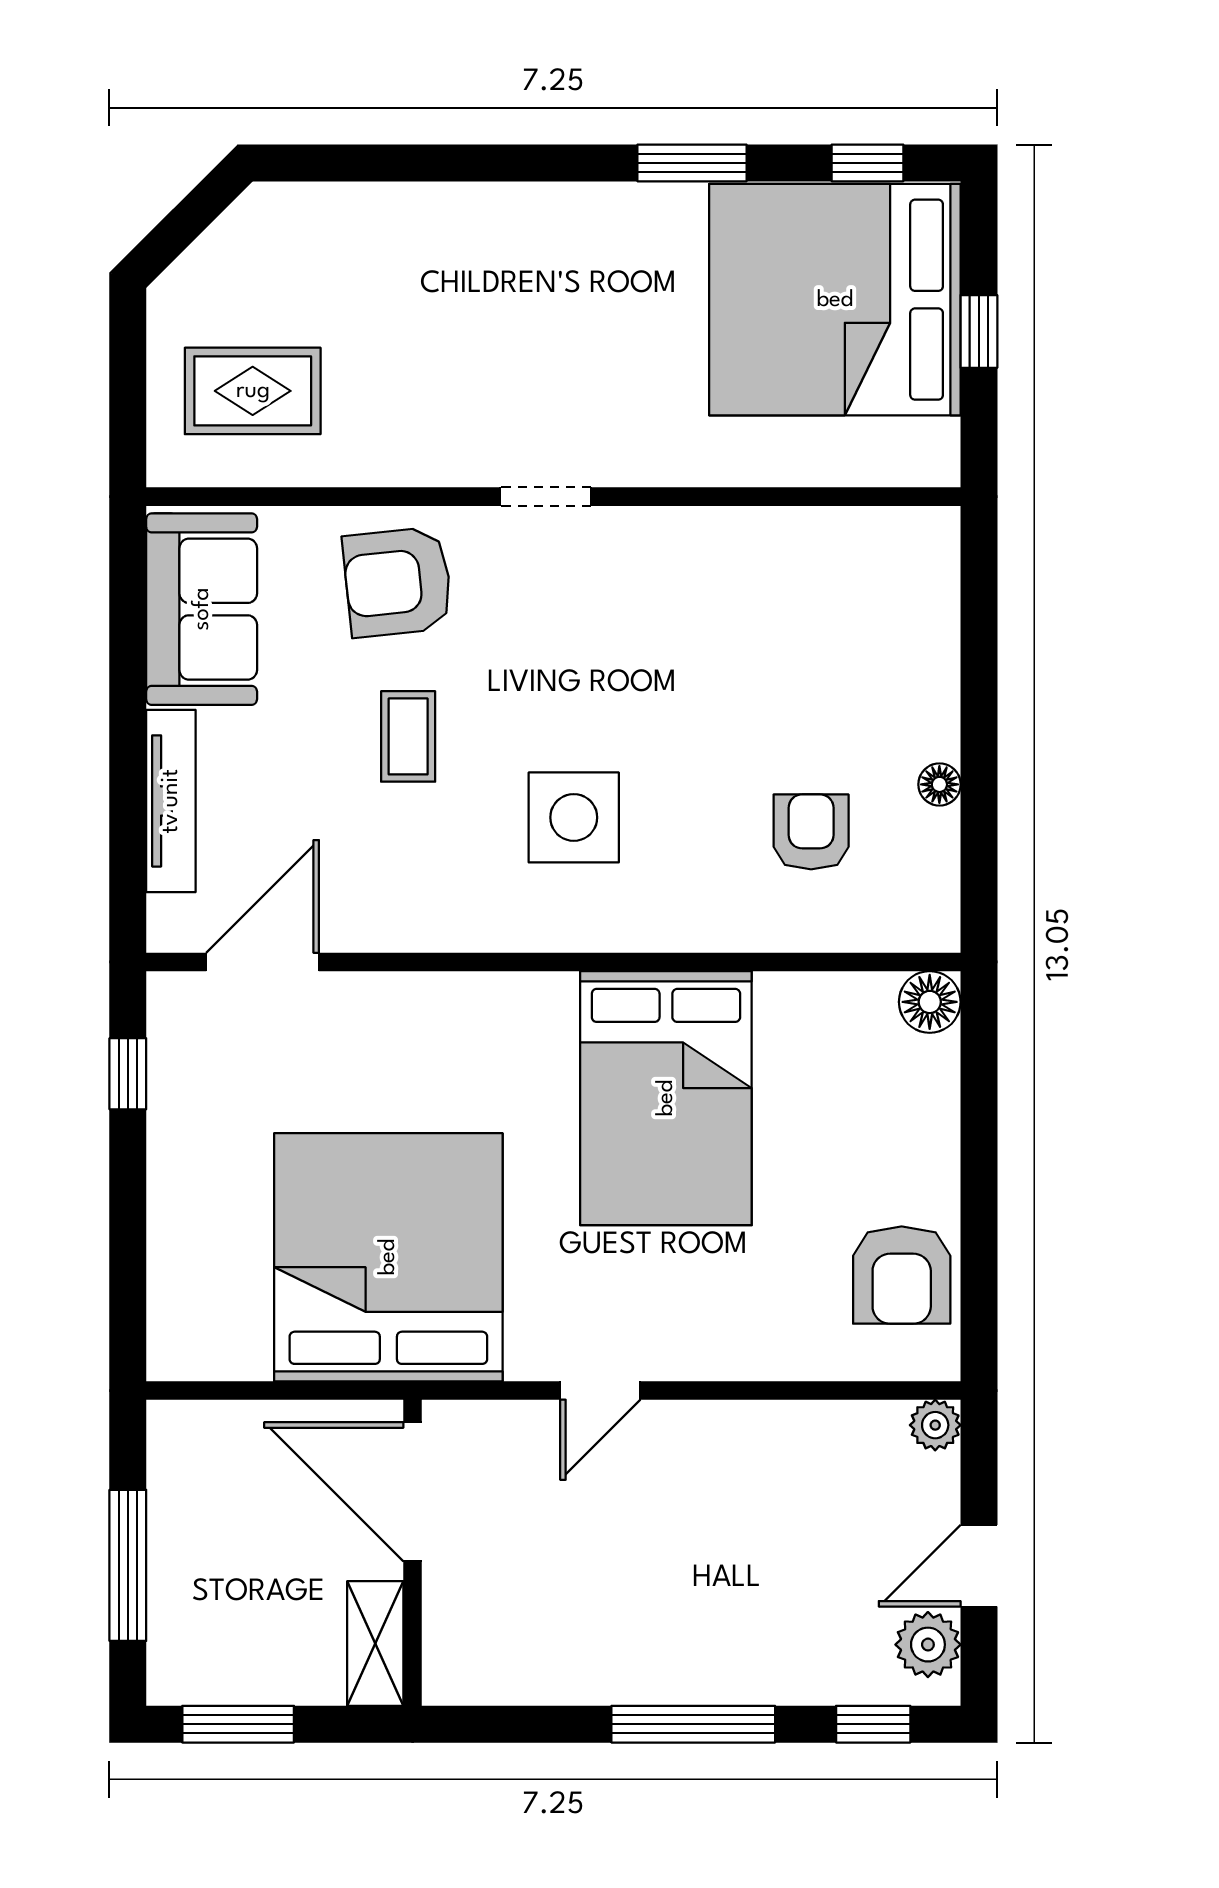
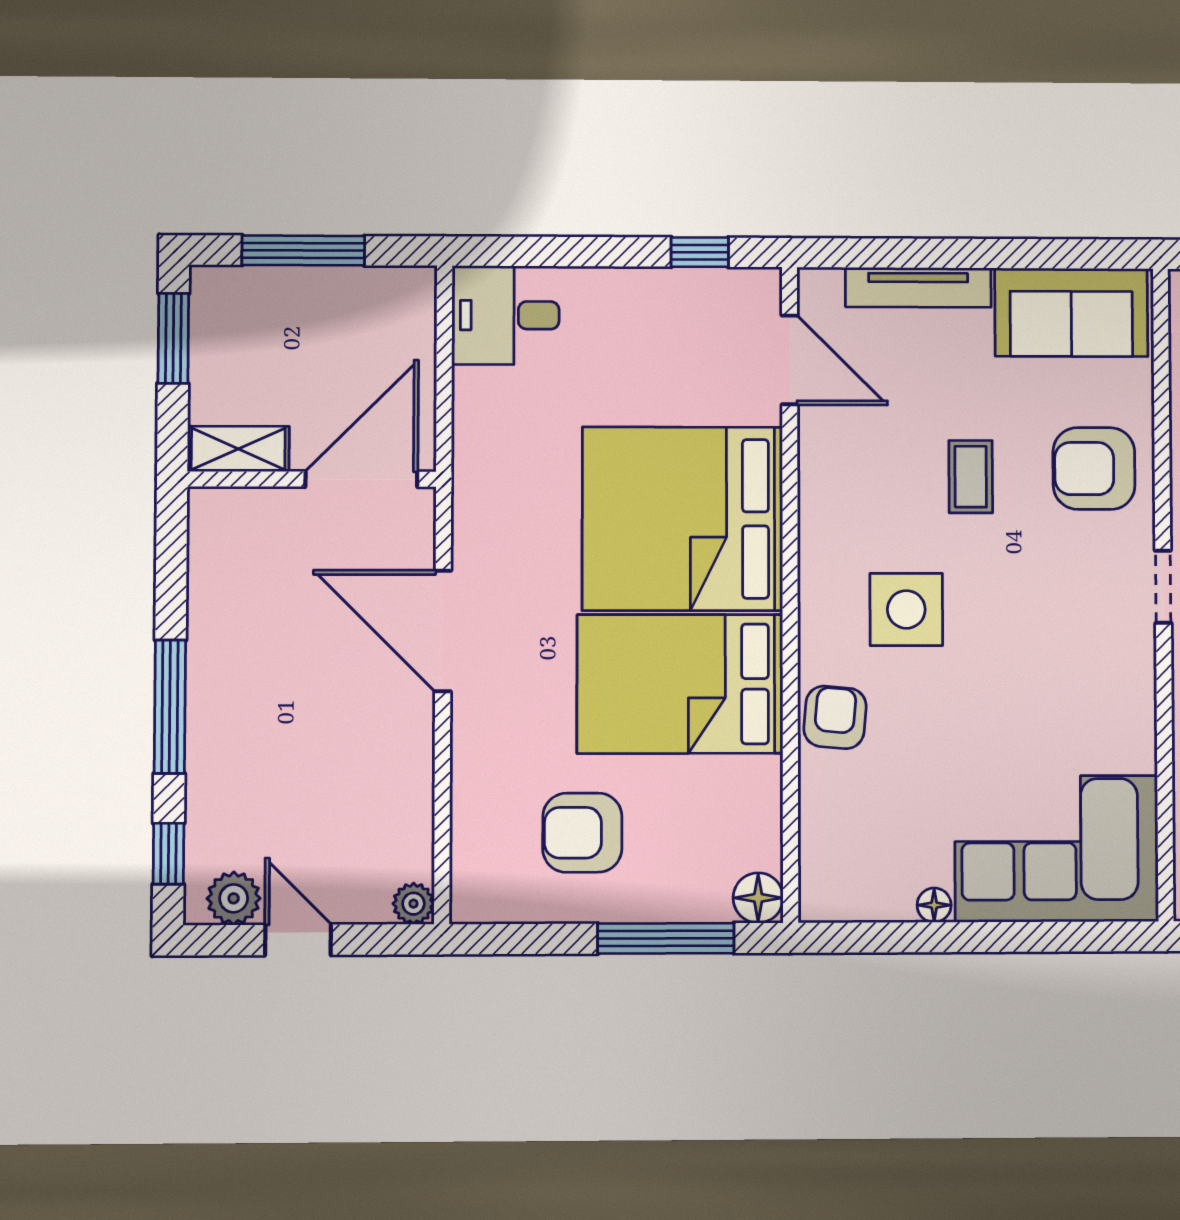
armchair: (398, 582) -> (1094, 469), turned -84
corner sofa: (870, 632) -> (1057, 849), added
coffee table: (408, 736) -> (971, 477), turned 90
armchair: (811, 832) -> (835, 717), moved, turned -85
window: (979, 1116) -> (666, 938), added
bed: (388, 1257) -> (682, 519), moved, turned 180
armchair: (902, 1275) -> (582, 833), moved
desk: (208, 1315) -> (505, 315), added
door: (600, 1391) -> (443, 631), width x1.88

